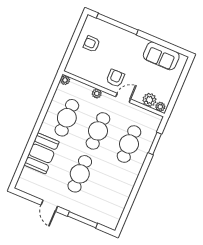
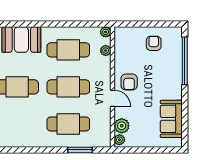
armchair: (115, 78) -> (129, 82), turned 90
plant: (97, 93) -> (106, 51), moved

